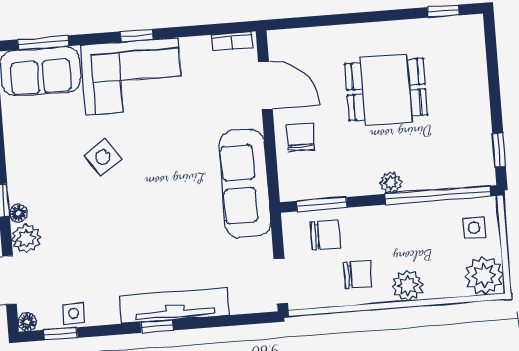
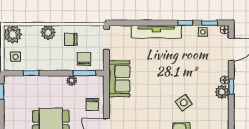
plant: (391, 183) -> (72, 81), moved
sofa: (245, 184) -> (119, 79), width x0.73
window: (438, 195) -> (31, 73), width x0.32
chair: (326, 235) -> (84, 59), turned 90
plant: (26, 238) -> (222, 92), moved
window: (157, 326) -> (185, 23), moved

